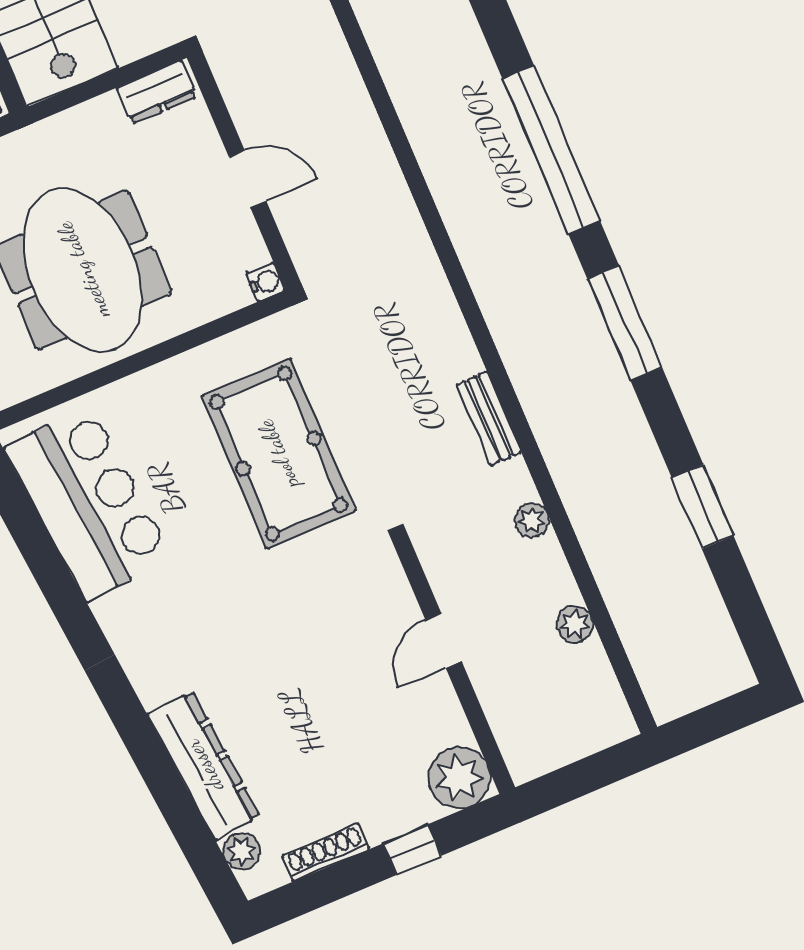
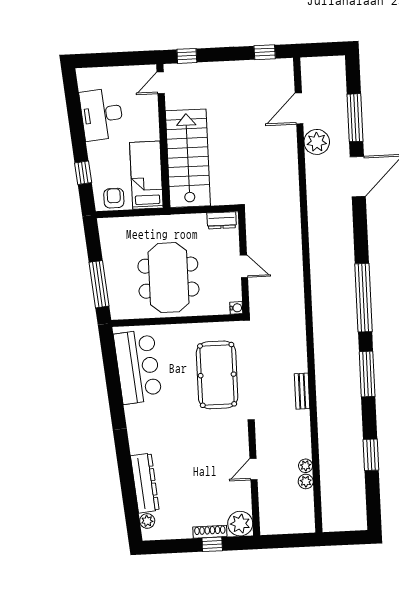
plant: (532, 520) -> (306, 466), moved
shoe rack: (326, 852) -> (210, 532), moved

